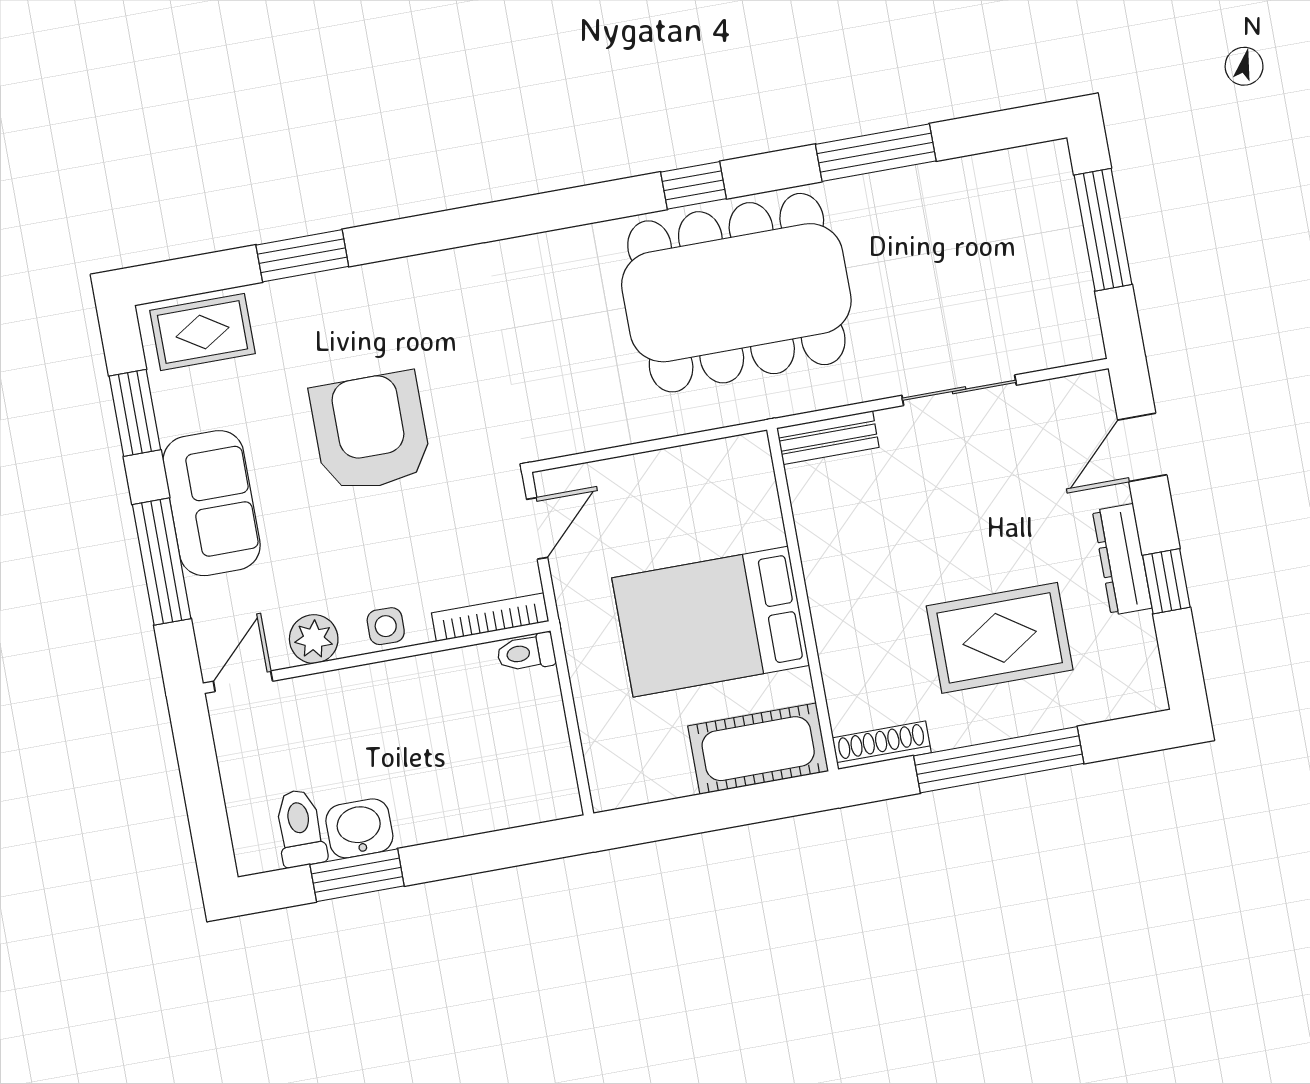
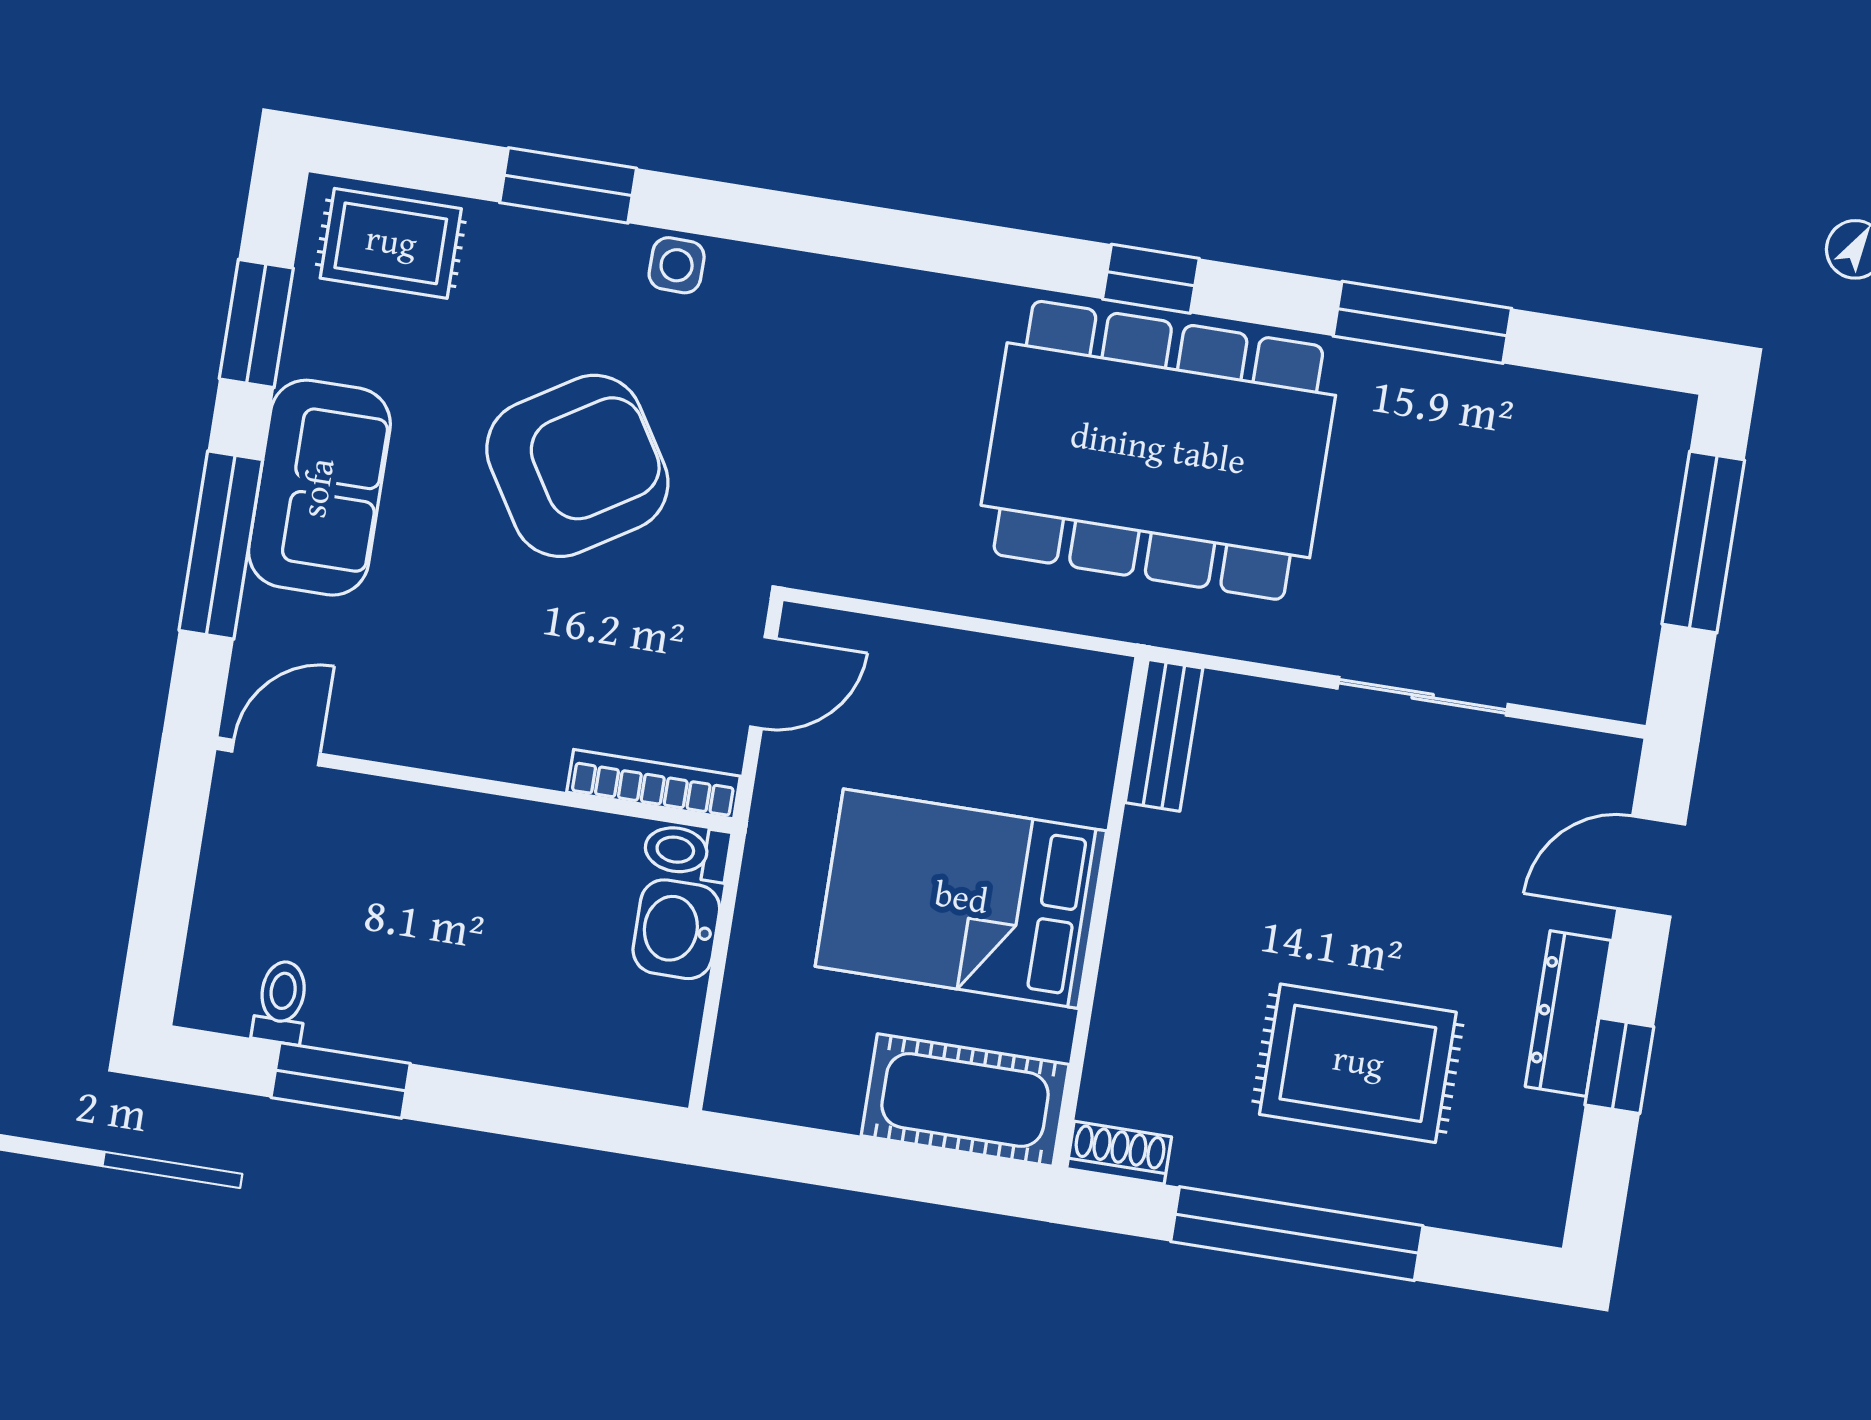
armchair: (371, 432) -> (577, 466), turned 58
bench: (828, 438) -> (1164, 735), moved, turned 90
side table: (386, 626) -> (677, 265), moved
plant: (314, 639) -> (396, 728), removed
shoe rack: (882, 745) -> (1119, 1153), width x0.70
toilet: (300, 828) -> (281, 1002), width x0.73, depth x0.72
washbasin: (359, 828) -> (676, 929), moved, turned -90

